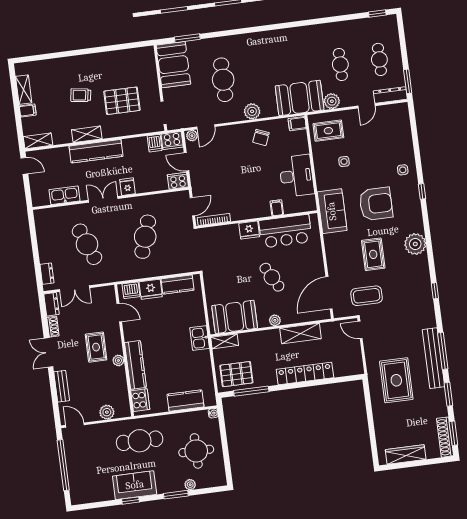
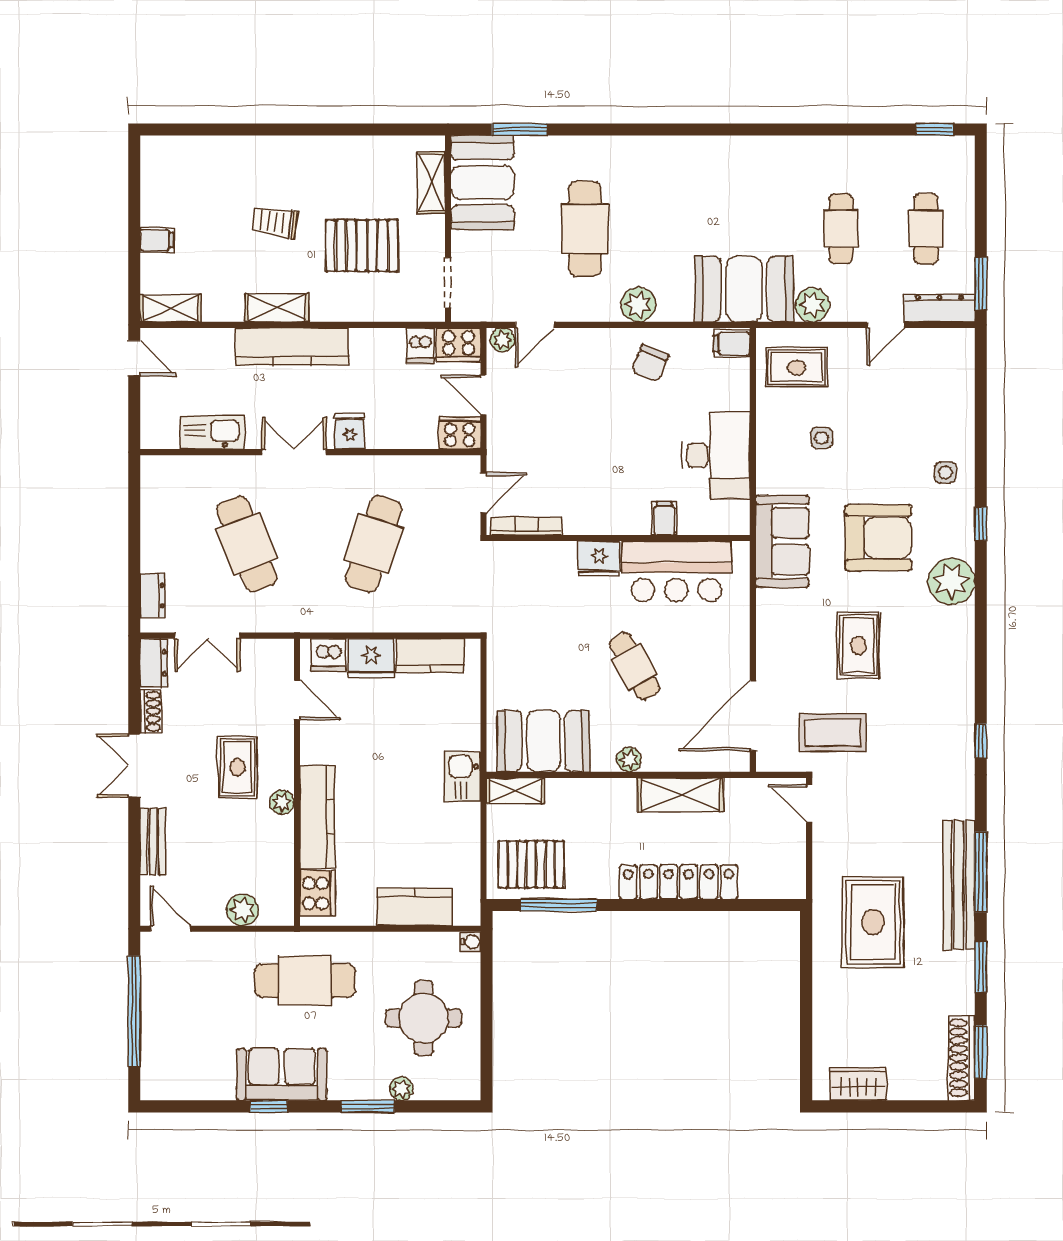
shelving: (24, 90) -> (431, 183), moved
plant: (415, 244) -> (952, 581), moved
wardrobe: (406, 454) -> (858, 1084), width x0.67

